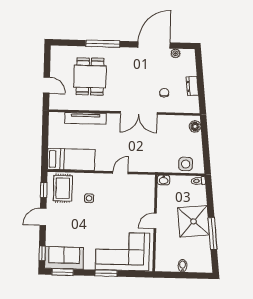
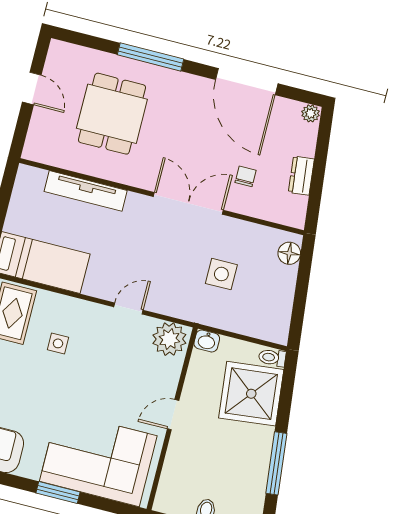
door: (154, 45) -> (247, 82), swing flipped
plant: (175, 53) -> (311, 113), moved
door: (46, 85) -> (32, 89), moved
double door: (139, 113) -> (188, 203), swing flipped
side table: (186, 164) -> (221, 274), moved
plant: (145, 183) -> (169, 339), added
shower: (194, 221) -> (251, 394), moved

